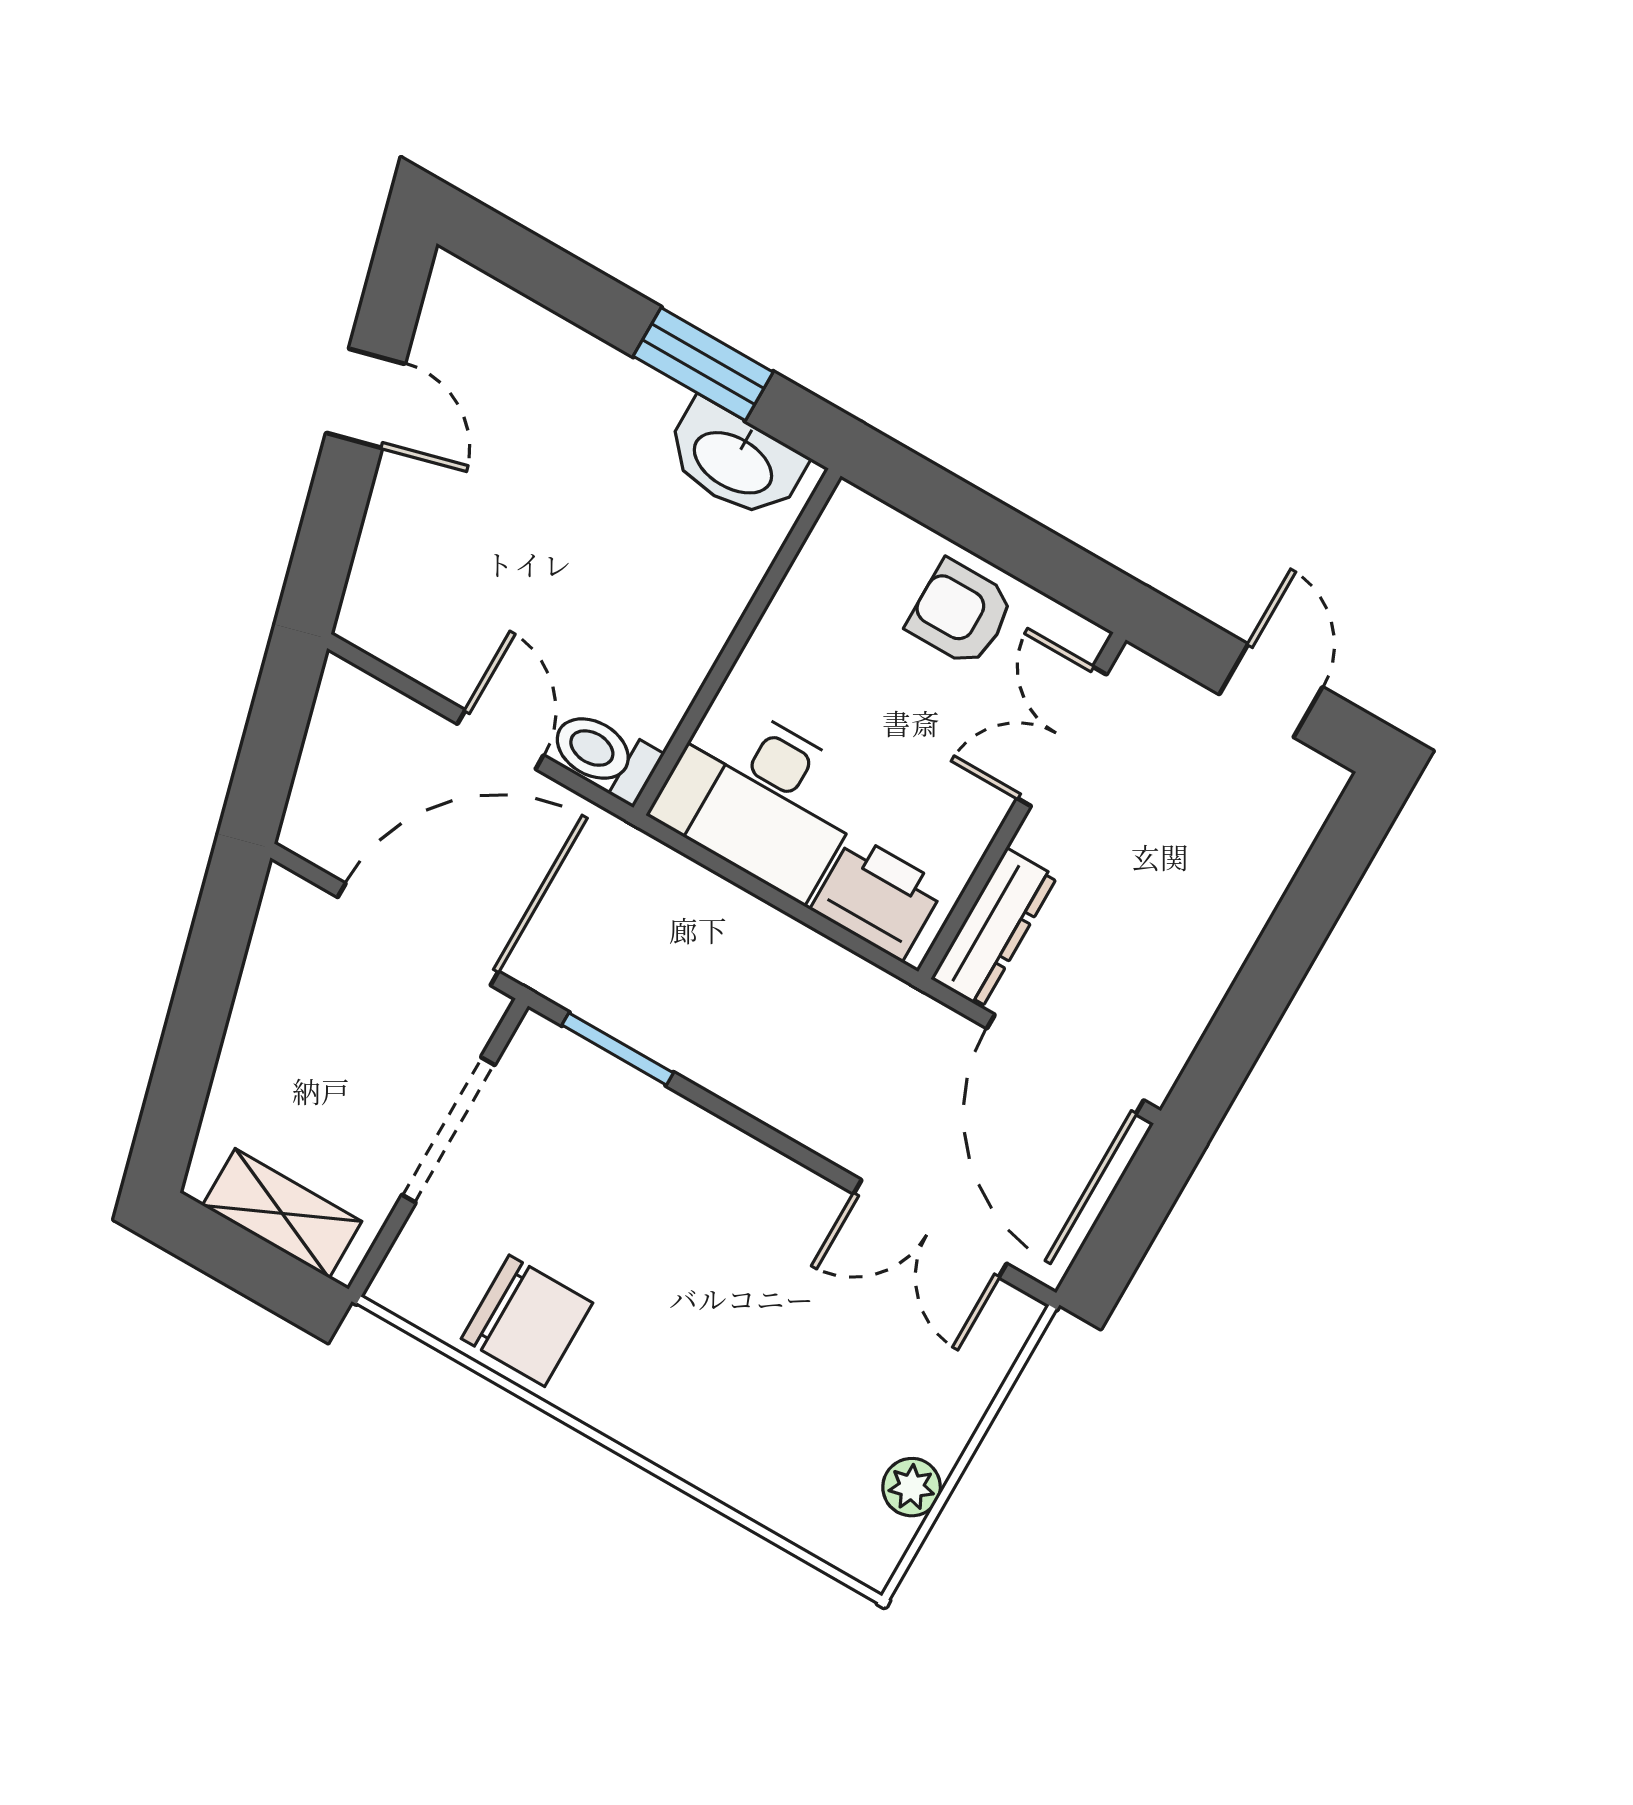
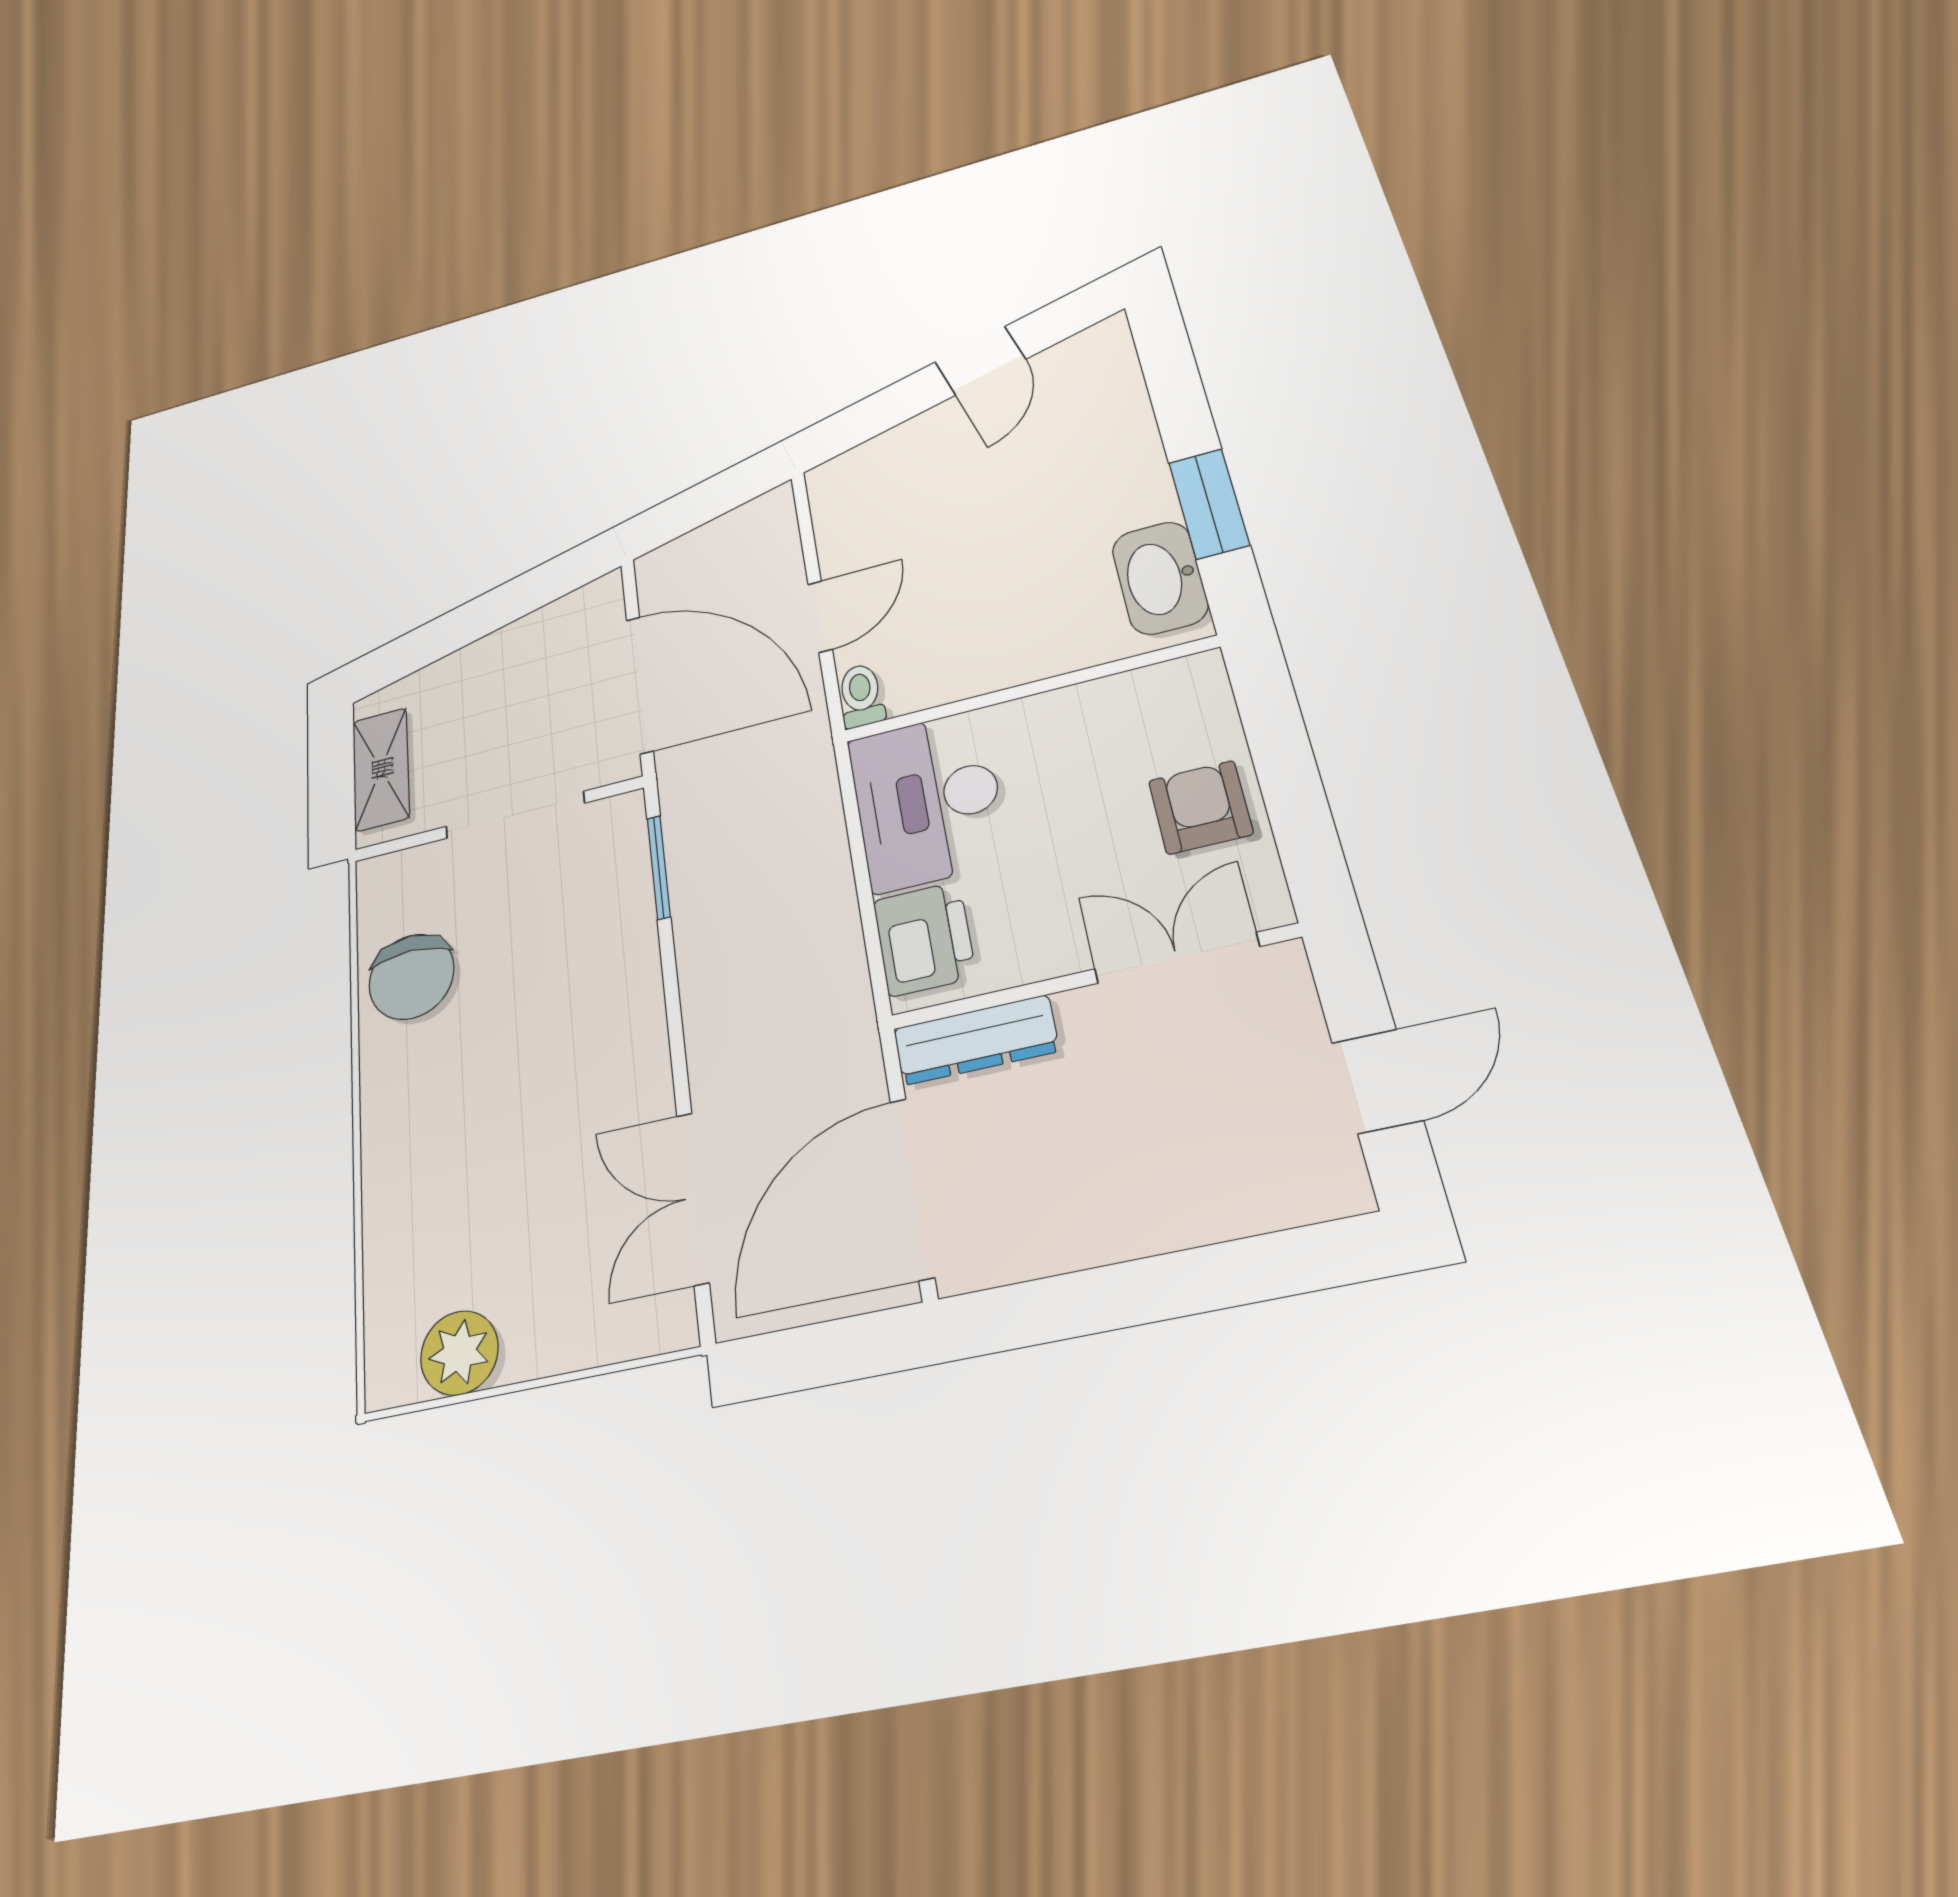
toilet: (604, 755) -> (861, 696), width x0.73, depth x0.72
plant: (912, 1487) -> (459, 1353), width x1.38, depth x1.38

